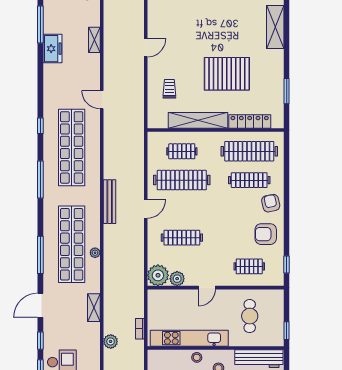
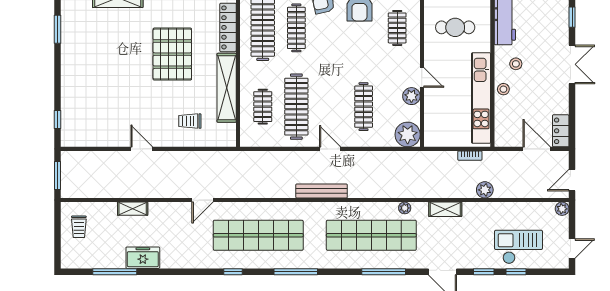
plant: (95, 253) -> (405, 208), moved
plant: (177, 279) -> (411, 96), moved

